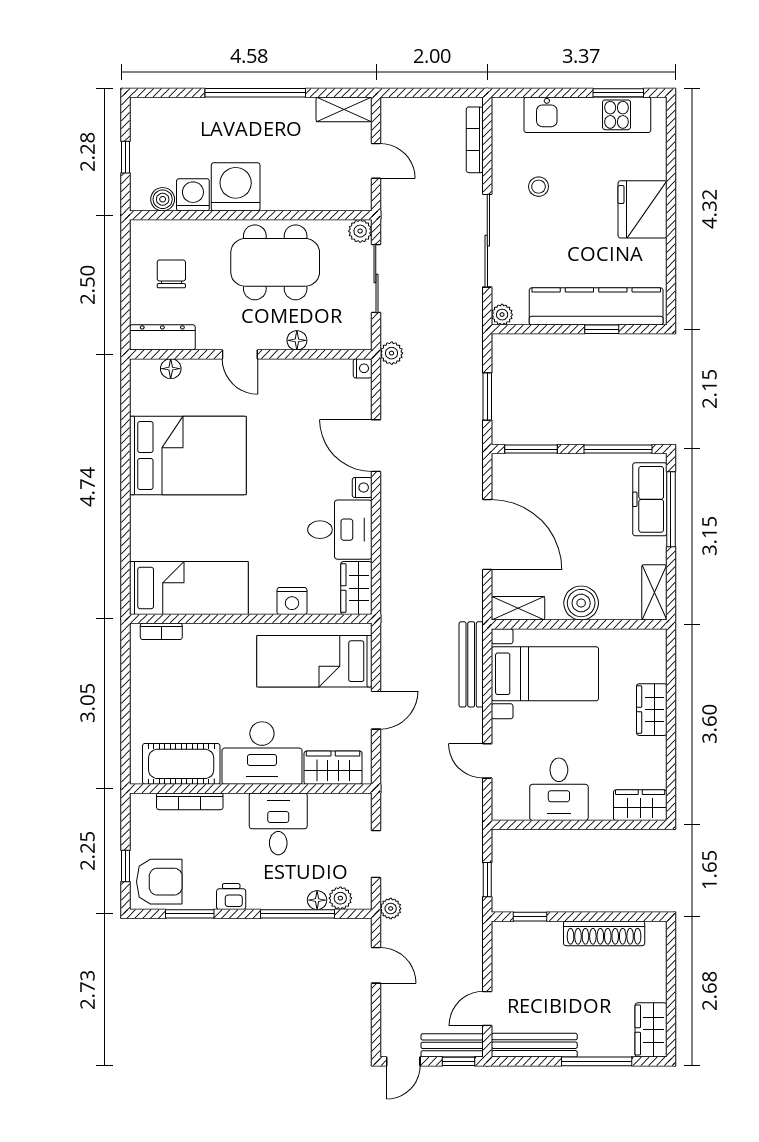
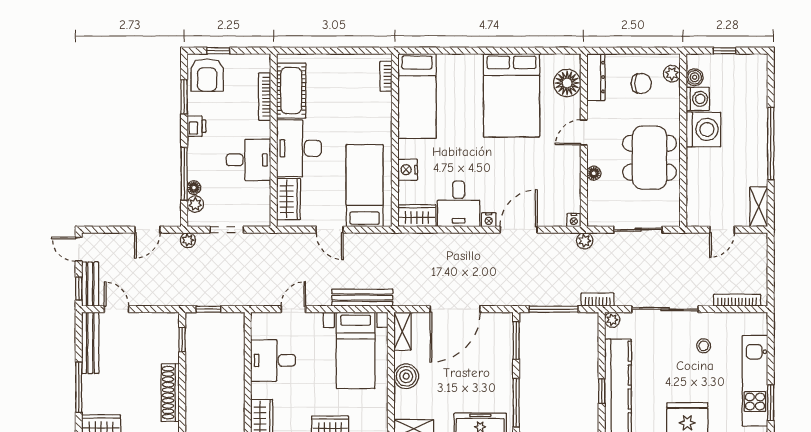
plant: (360, 231) -> (672, 74), moved
bookcase: (474, 335) -> (598, 300), added
floor lamp: (171, 369) -> (567, 83), width x1.89, depth x1.89
window: (487, 397) -> (554, 309), width x1.44

